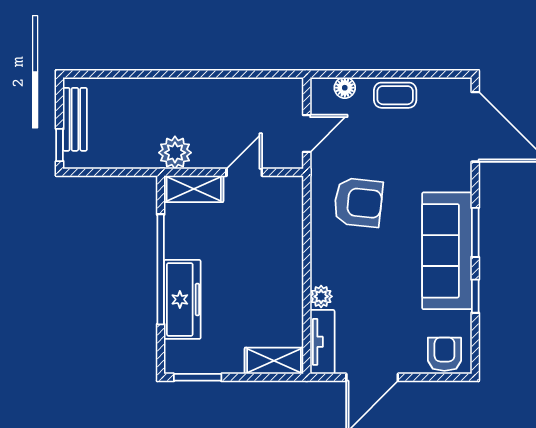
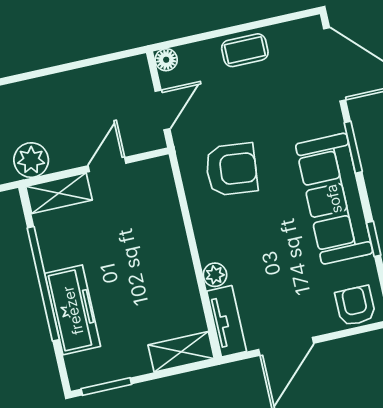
floor lamp: (345, 88) -> (166, 60), moved
window: (475, 232) -> (353, 147), moved

